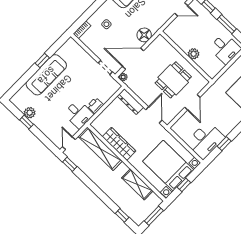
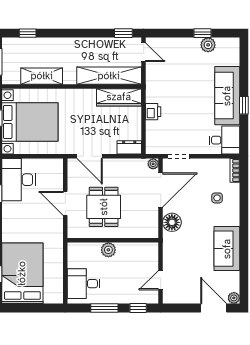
dresser: (130, 102) -> (129, 147), width x0.70
desk: (79, 114) -> (224, 140), moved, turned 180
wardrobe: (119, 144) -> (119, 97), moved

